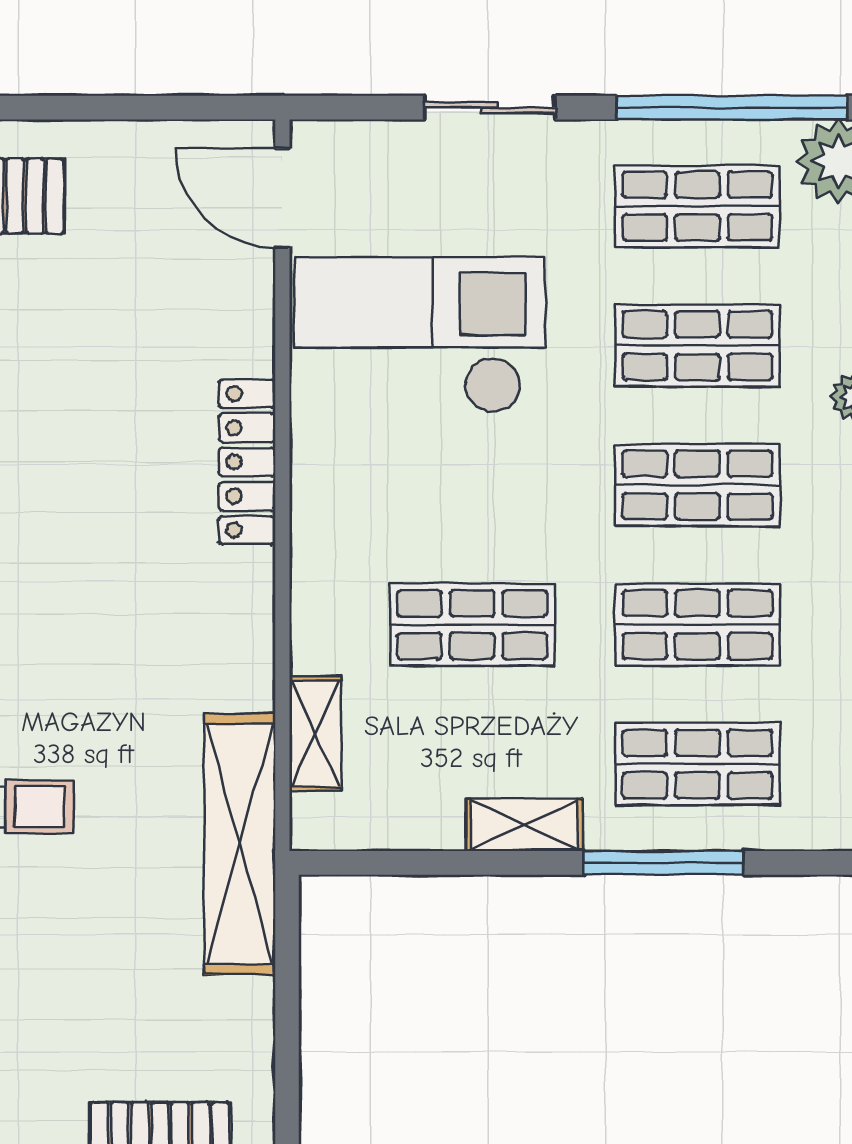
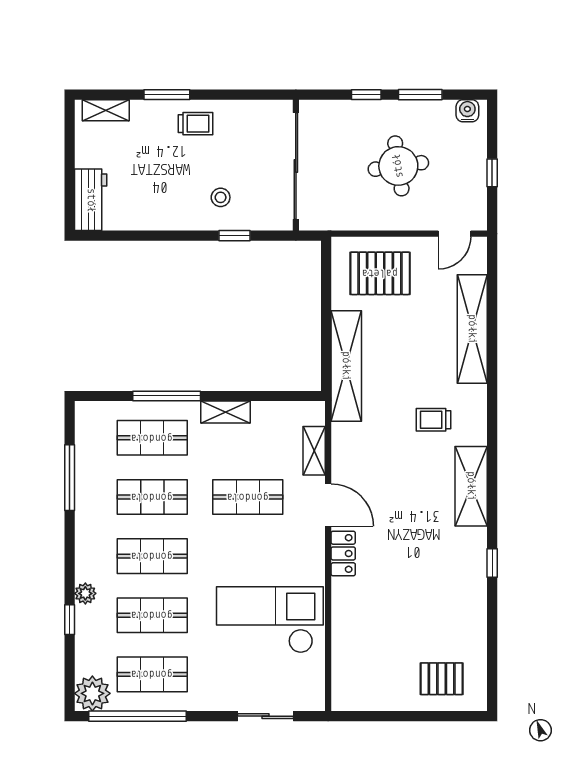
sliding door: (490, 108) -> (265, 716), moved
door: (282, 198) -> (328, 505), moved
checkout: (420, 335) -> (270, 620), turned 180
locker: (247, 462) -> (343, 553), width x0.66
shelving: (240, 844) -> (346, 366), moved

